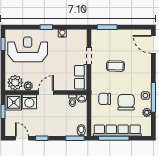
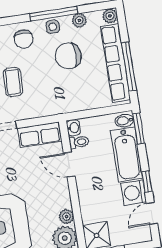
door: (46, 93) -> (69, 165), moved
chair: (105, 99) -> (23, 39), moved
washing machine: (29, 102) -> (134, 193), moved, turned 180
bathtub: (60, 129) -> (127, 154), added
plant: (147, 132) -> (110, 16), added

